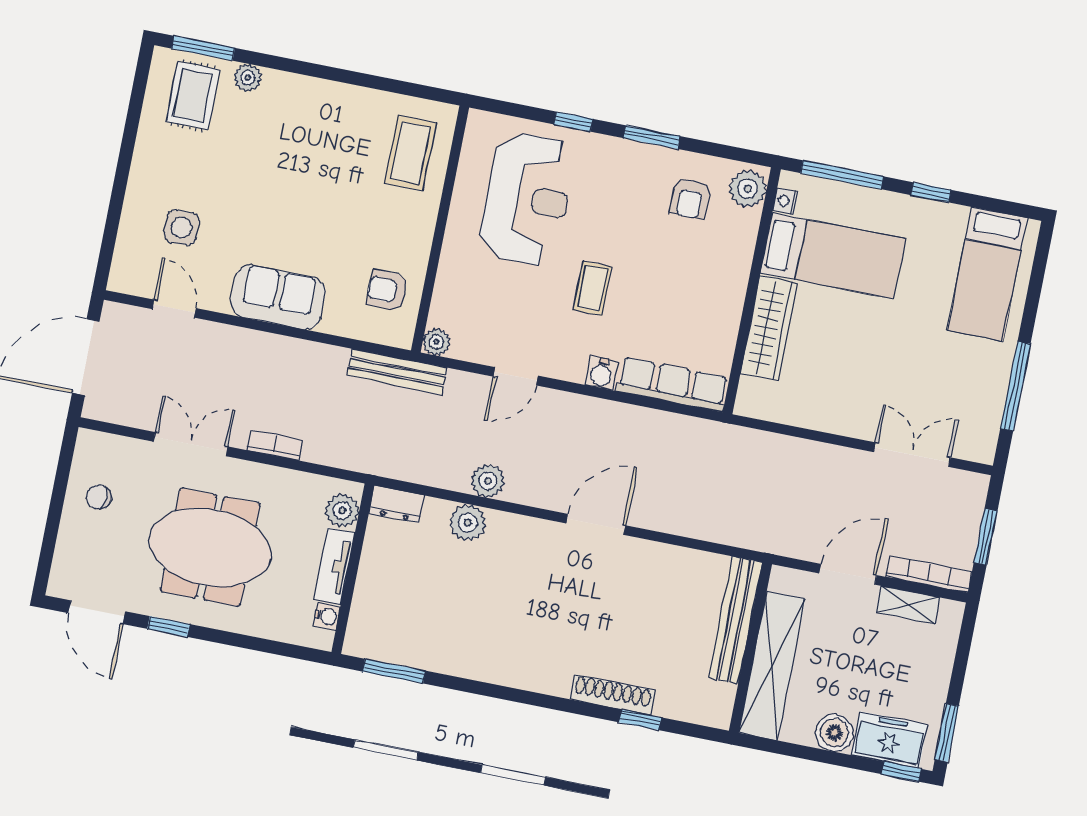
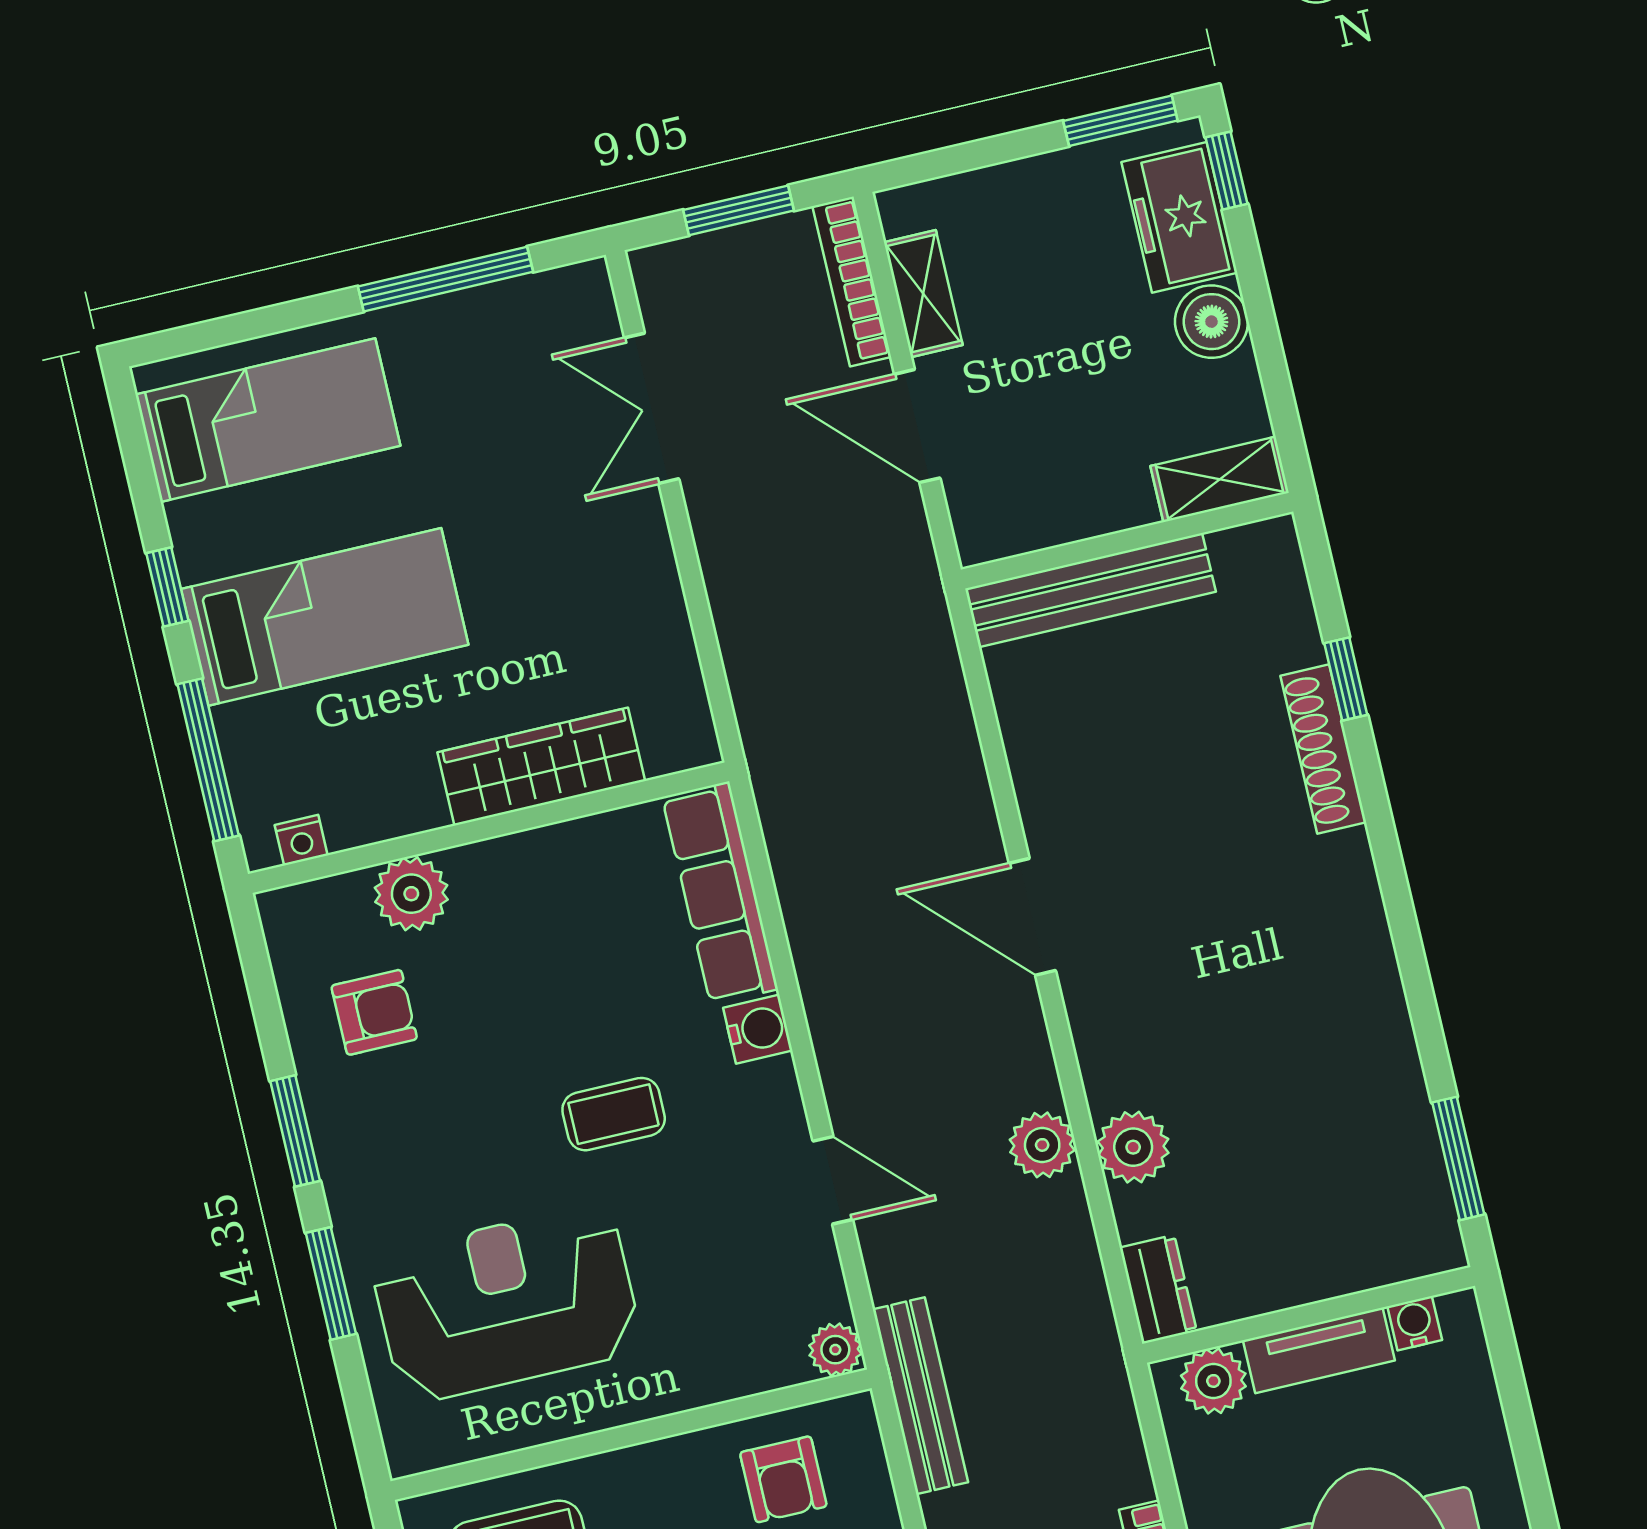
window: (573, 122) -> (331, 1283), width x1.50
plant: (748, 189) -> (411, 894), moved
bed: (833, 256) -> (325, 617), moved, turned 90
shelving: (772, 666) -> (1220, 479), width x0.45, depth x0.75

